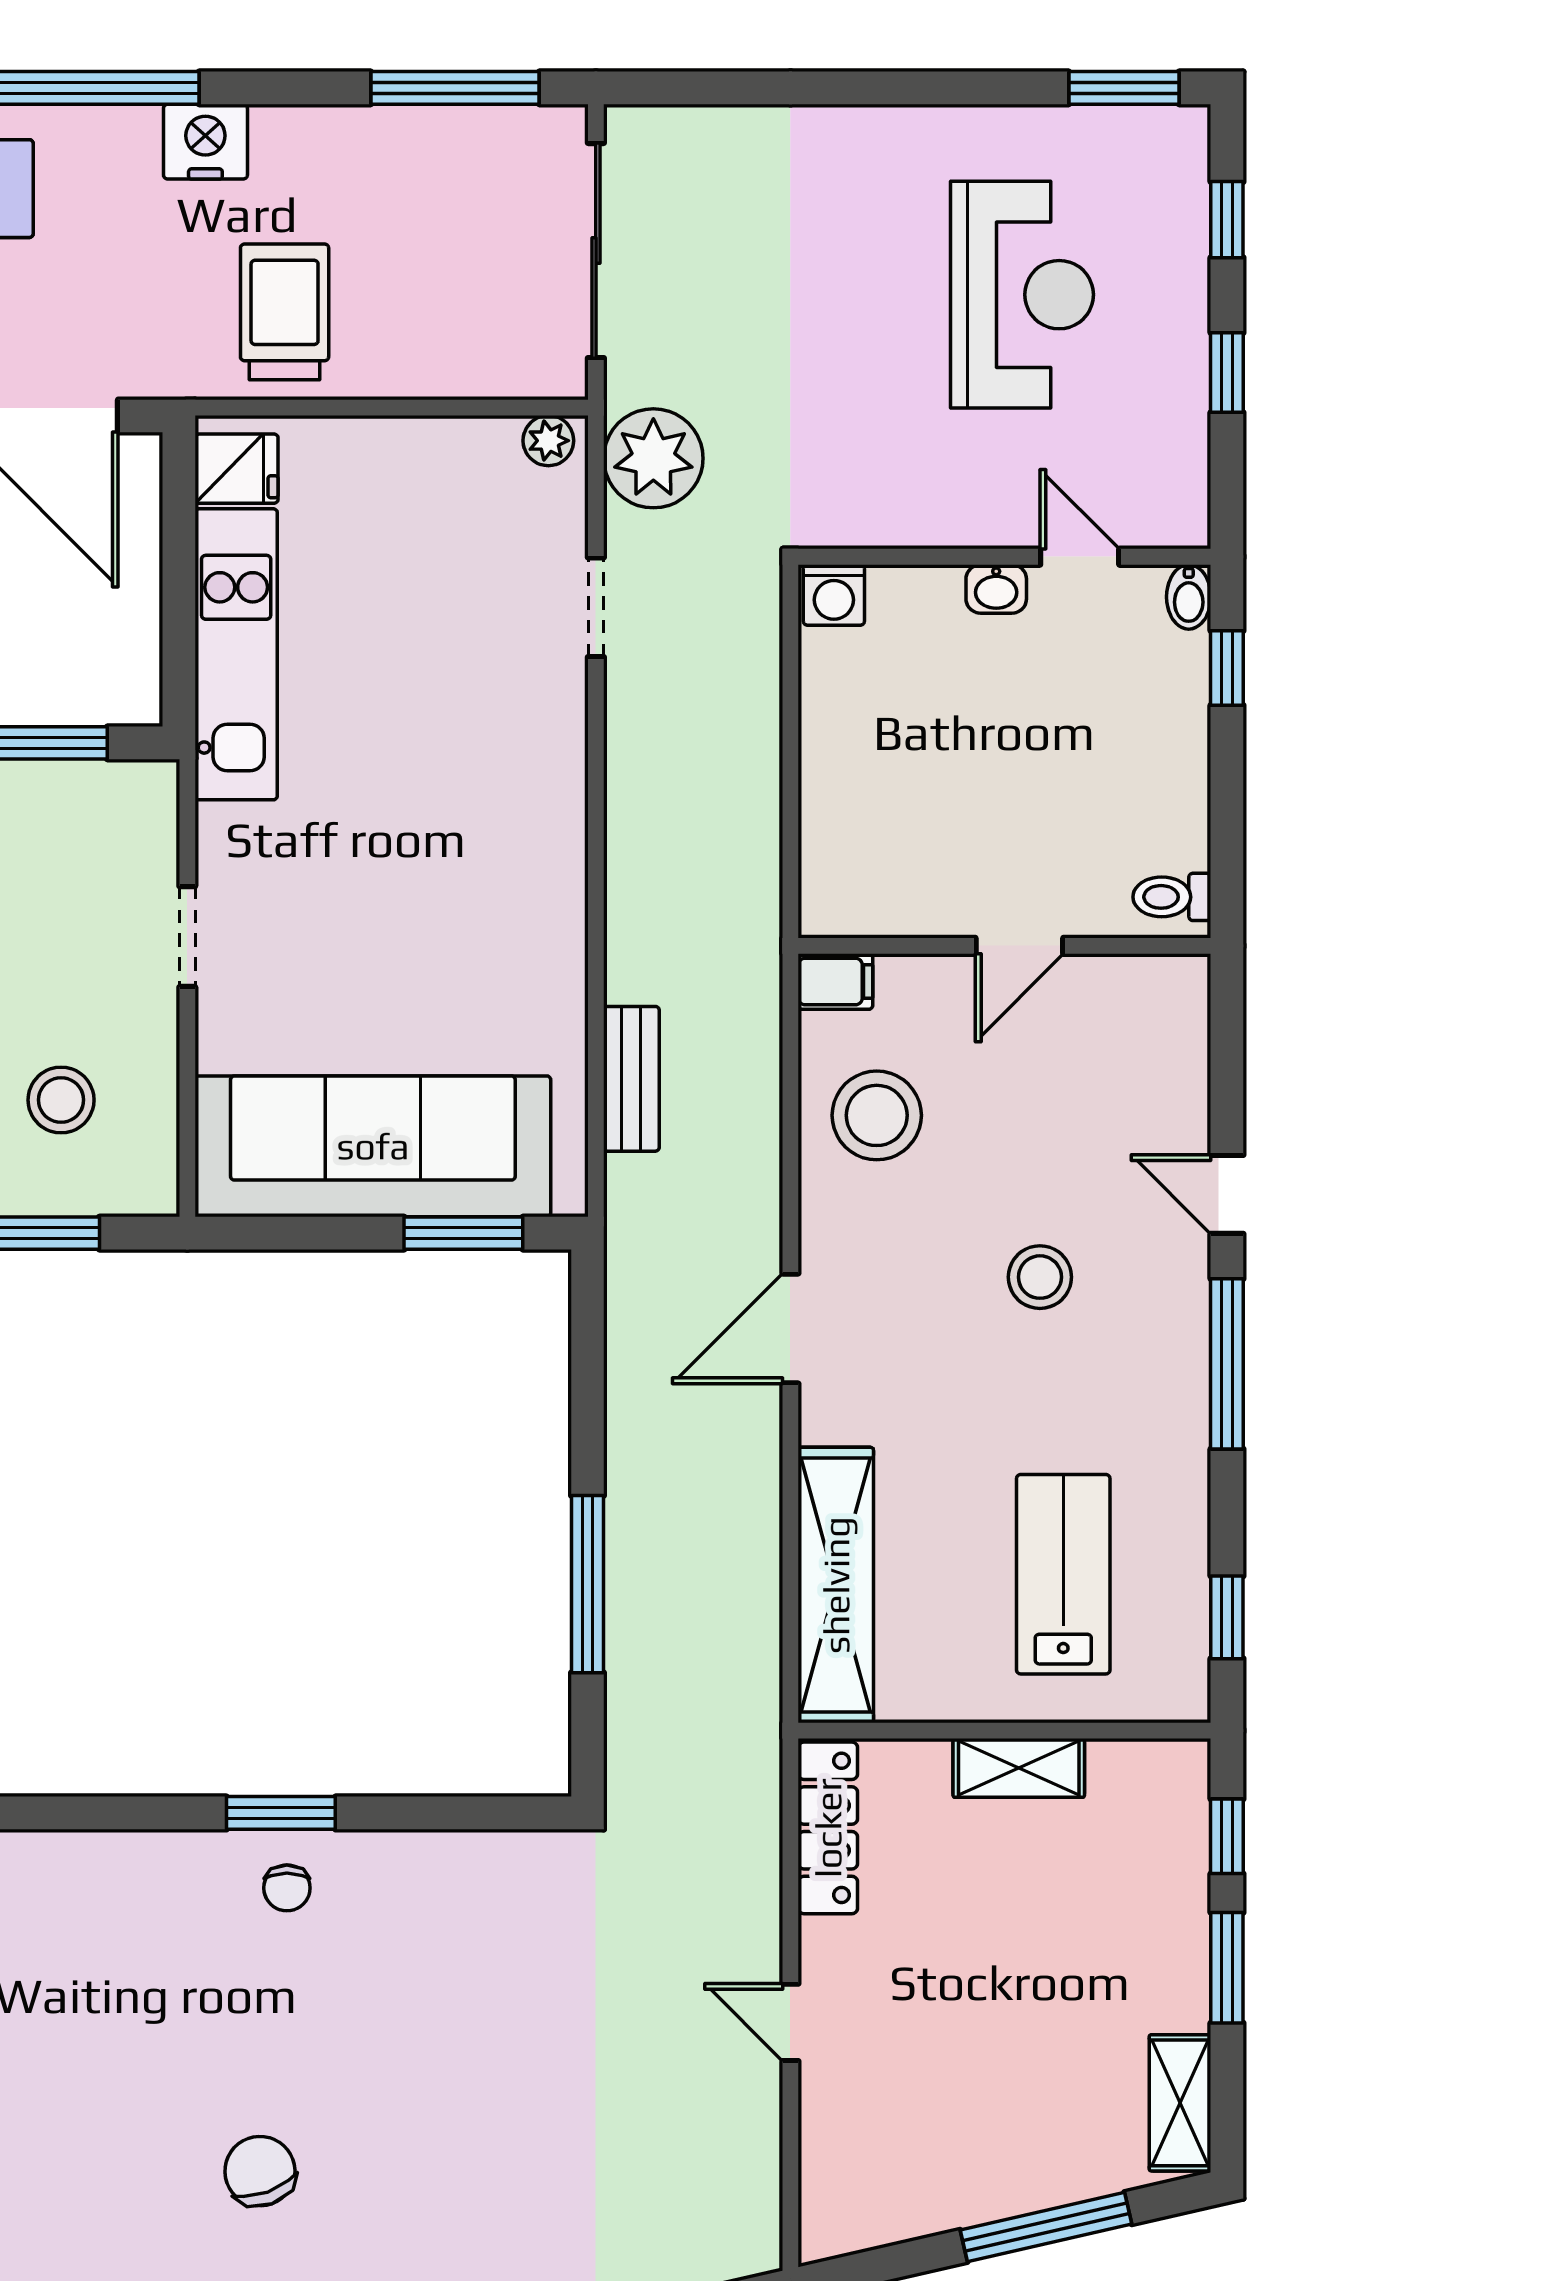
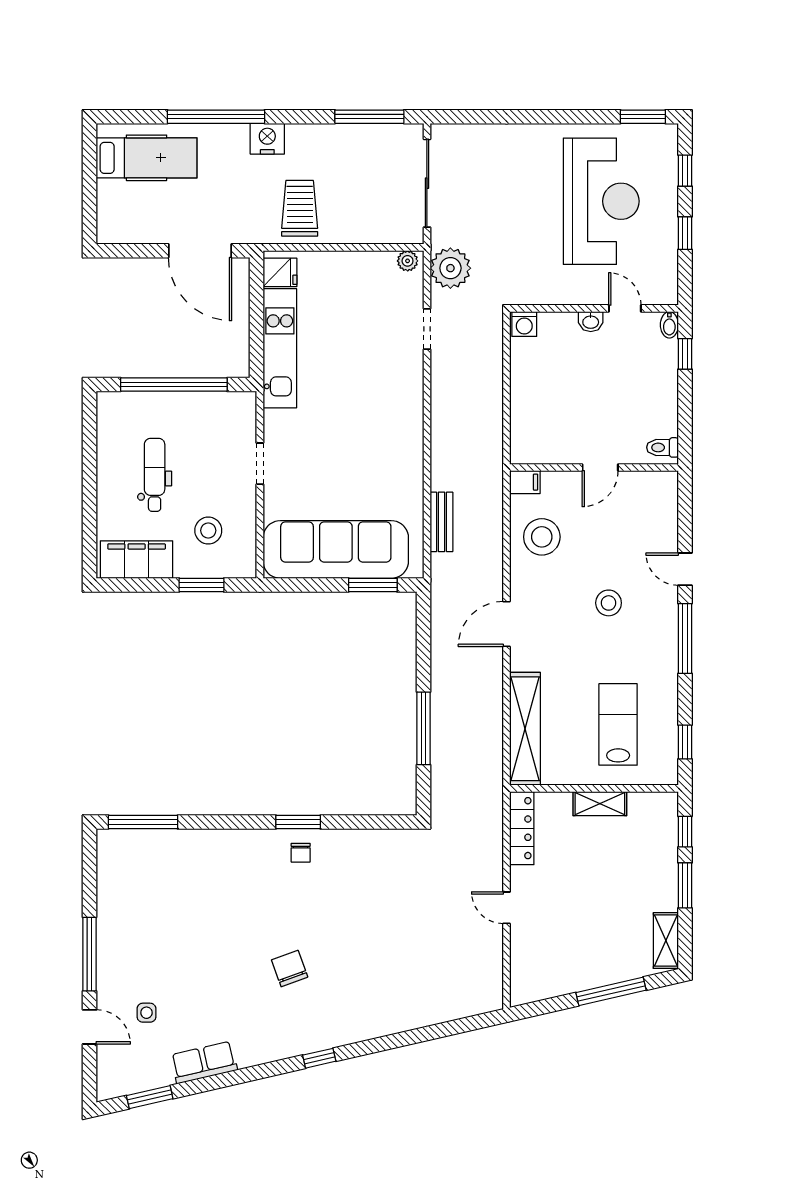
reception desk: (1022, 295) -> (601, 201), width x1.36, depth x1.30

